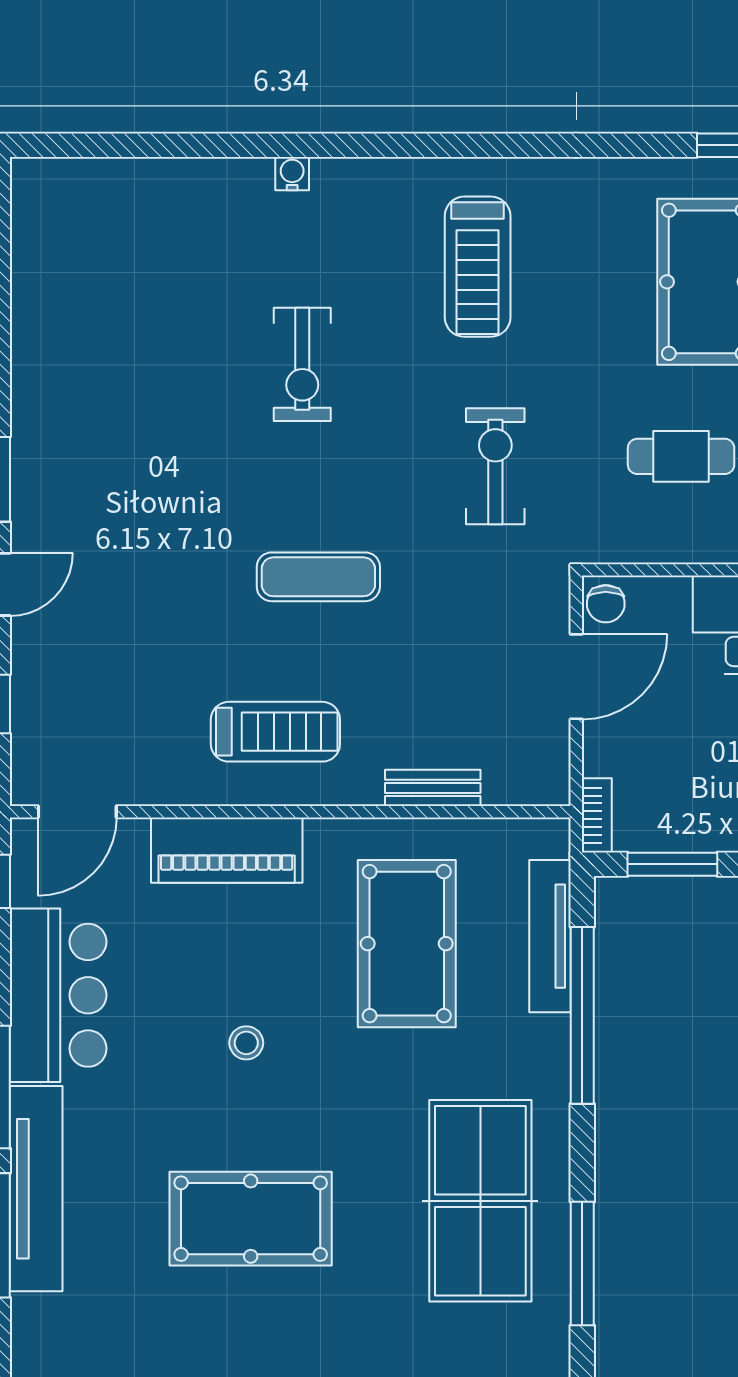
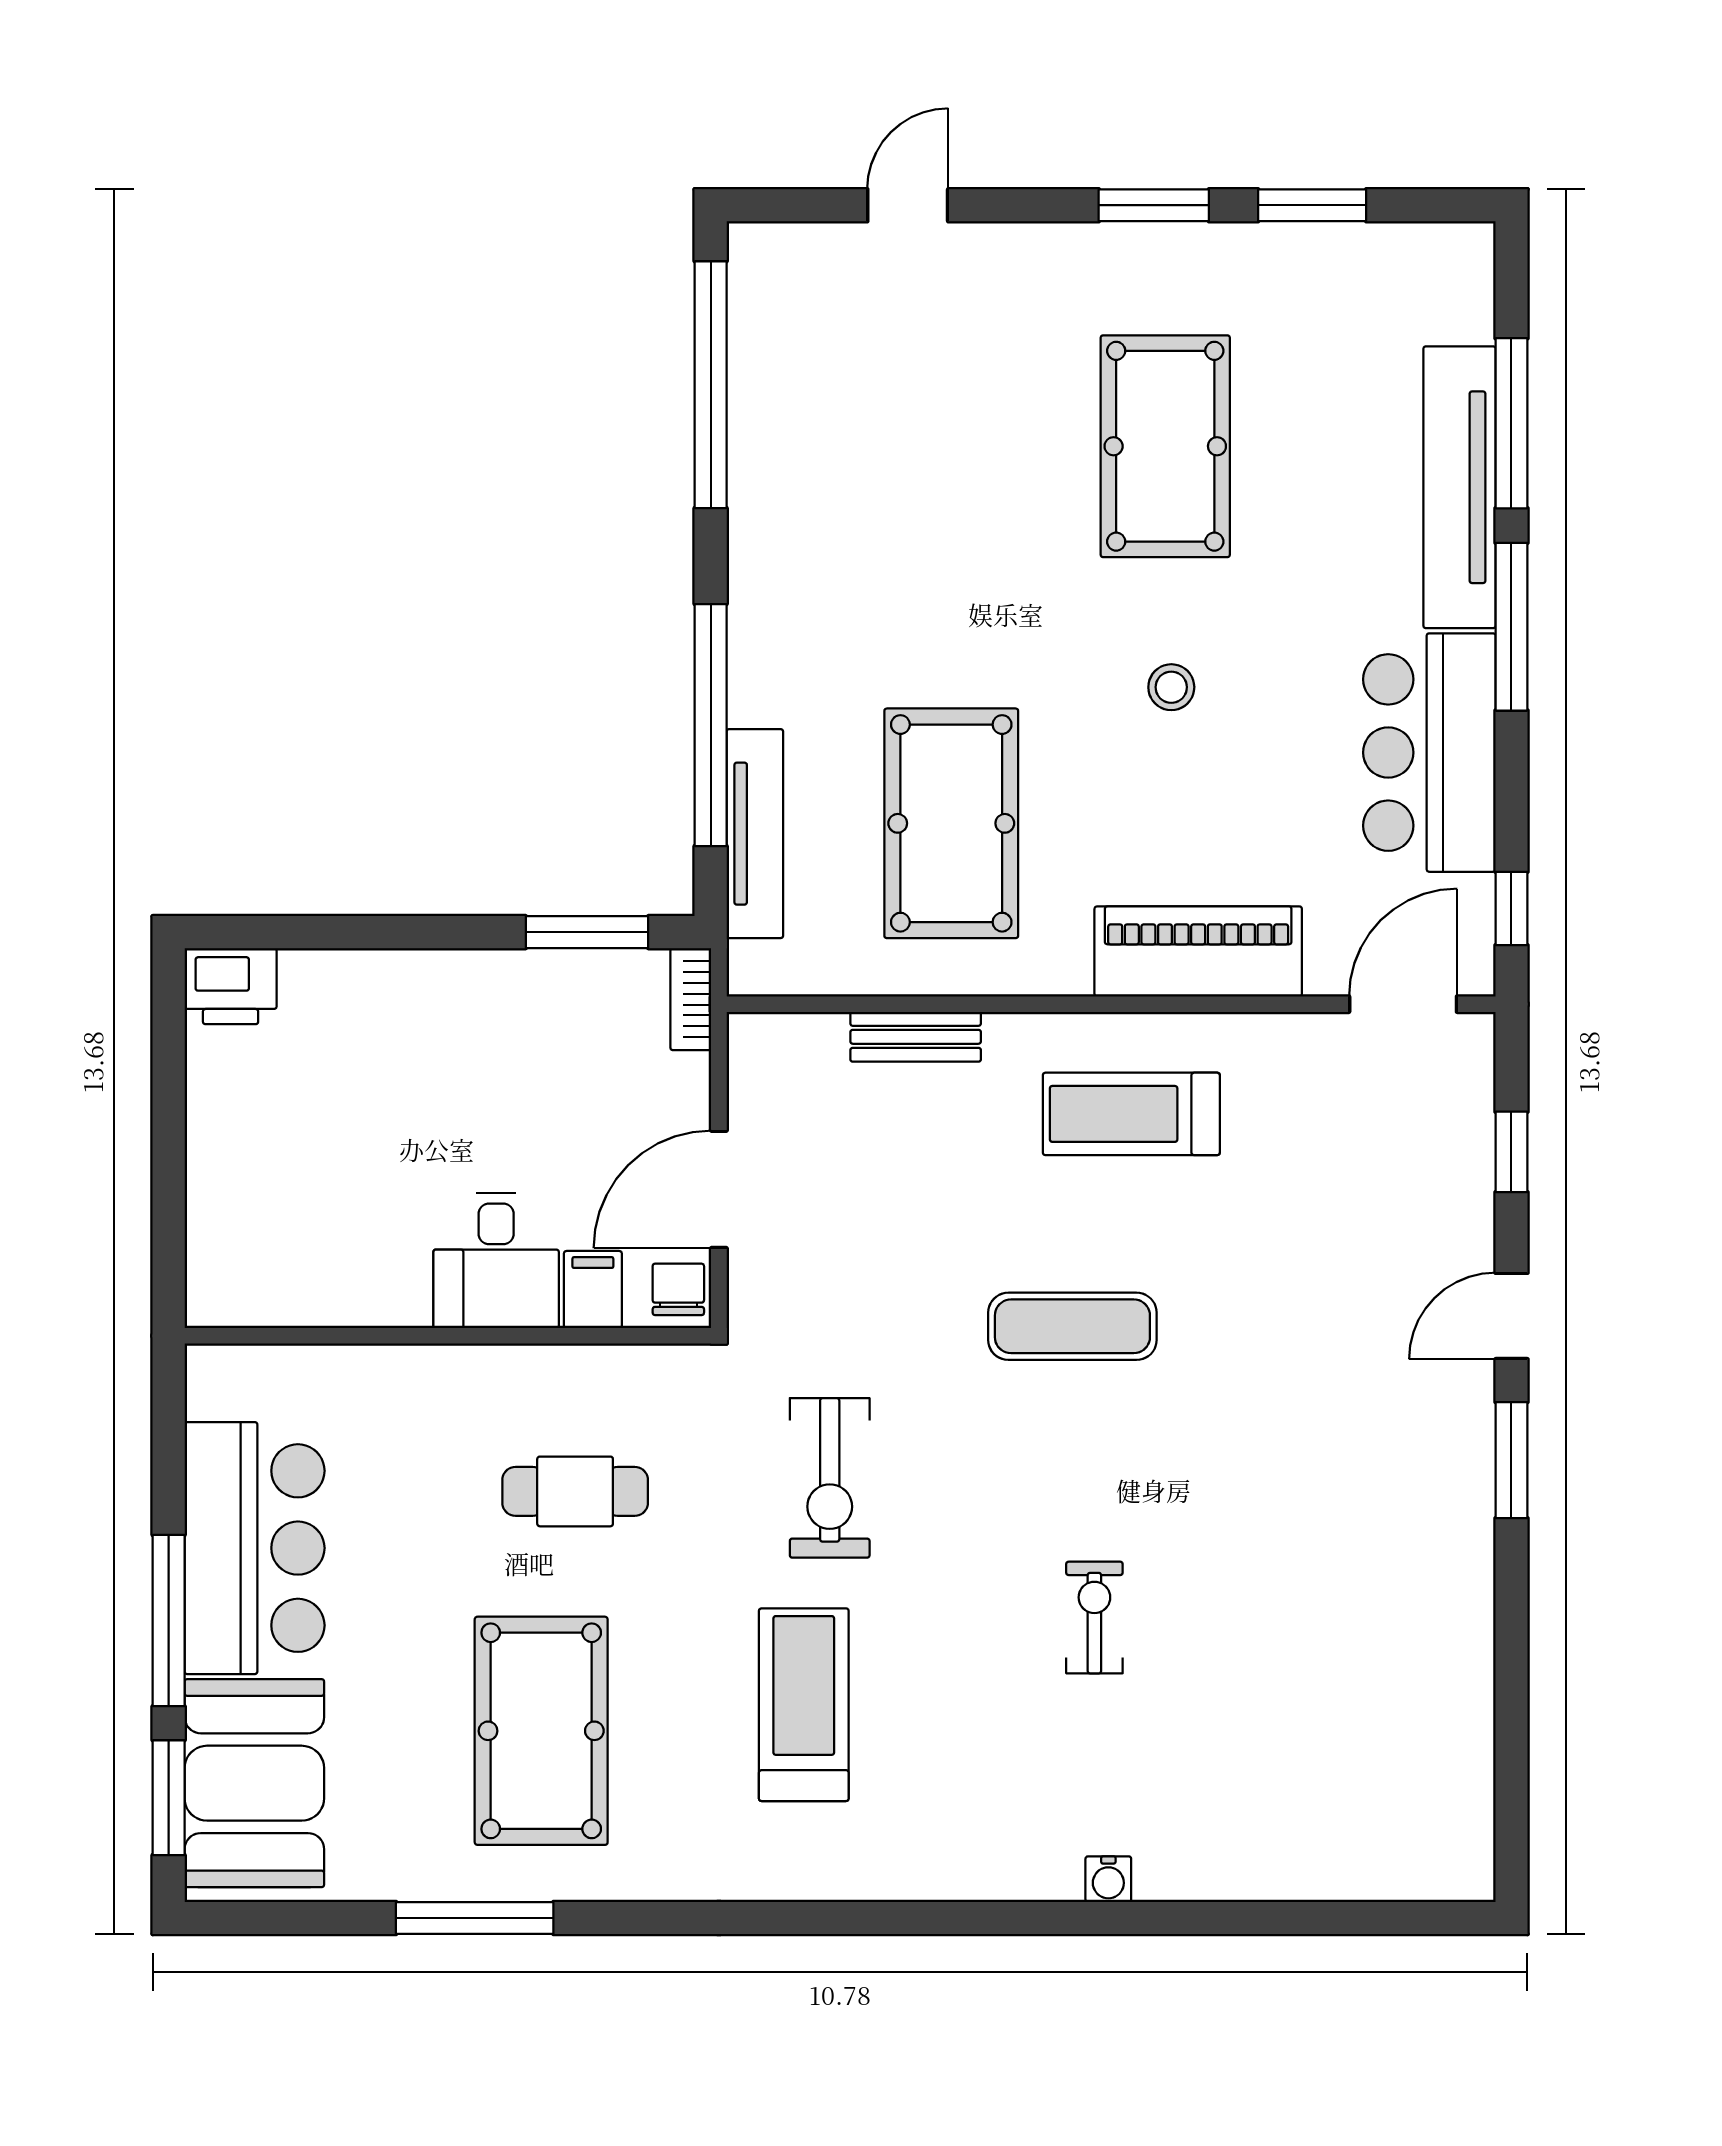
treadmill: (478, 267) -> (804, 1705), moved
exercise bike: (302, 364) -> (1094, 1618), width x0.73, depth x0.72
filing cabinet: (668, 604) -> (593, 1290), added
table tennis table: (480, 1201) -> (850, 471), removed
pool table: (251, 1219) -> (1165, 446), turned 90
window: (582, 1264) -> (711, 385), width x1.46

